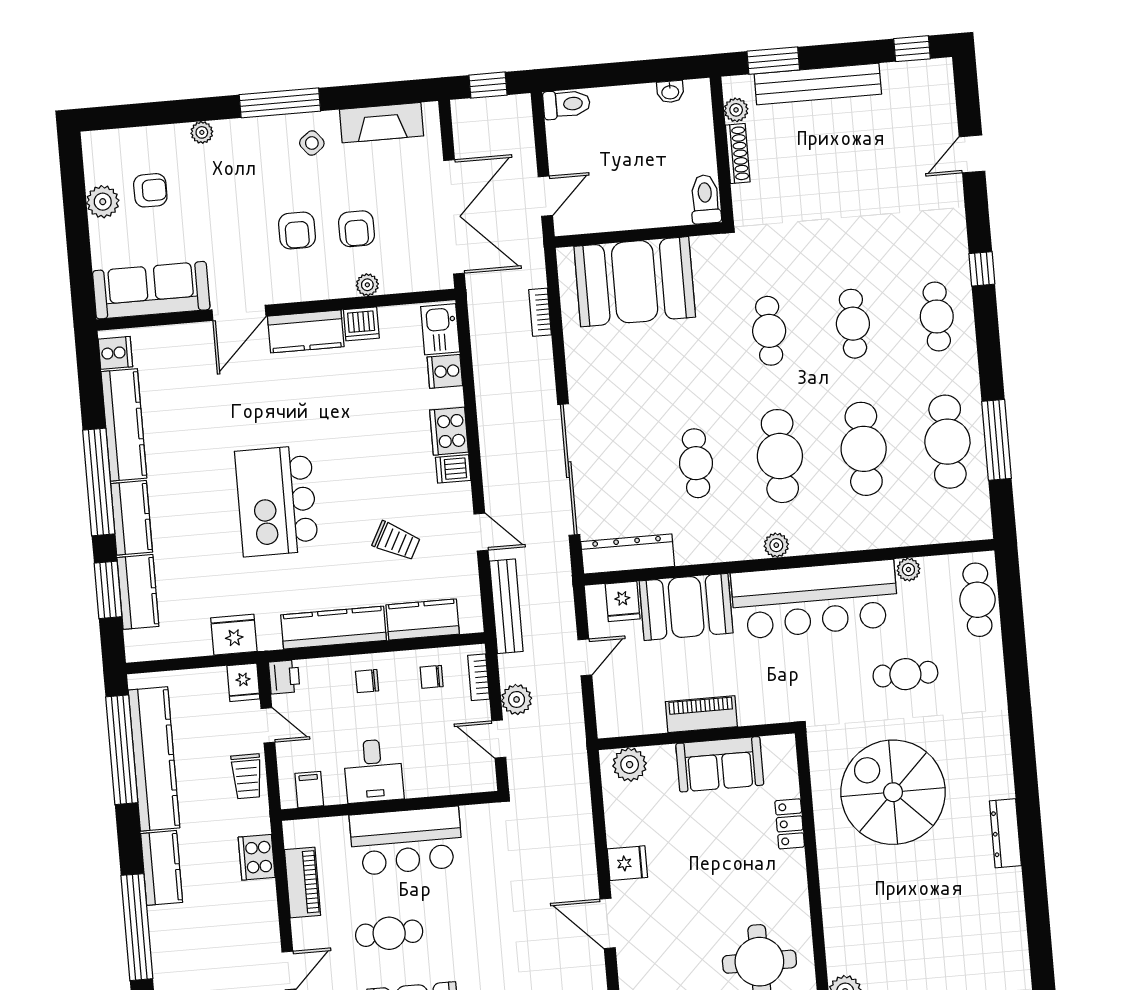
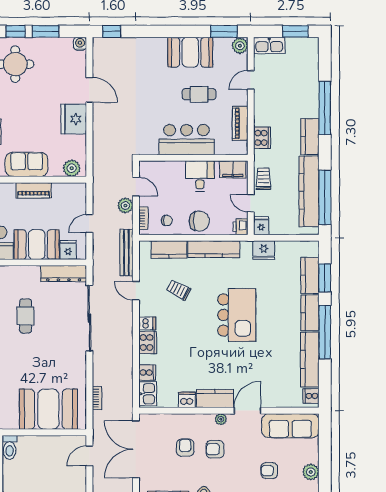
armchair: (150, 190) -> (269, 471), moved
armchair: (297, 230) -> (215, 449), turned -90
plant: (367, 285) -> (221, 419), moved
chair: (367, 681) -> (199, 221), width x1.87, depth x1.87
filing cabinet: (309, 790) -> (233, 169), width x2.00
fridge: (627, 863) -> (74, 119), width x1.88, depth x1.34

